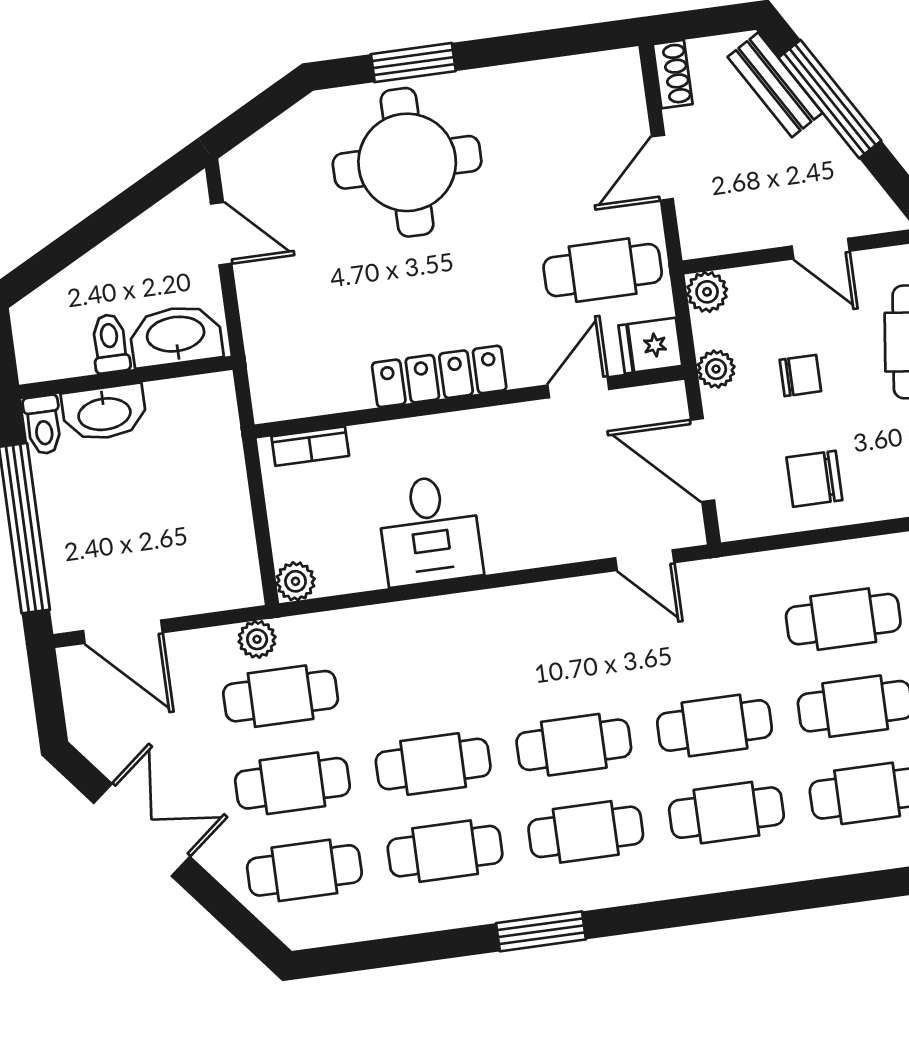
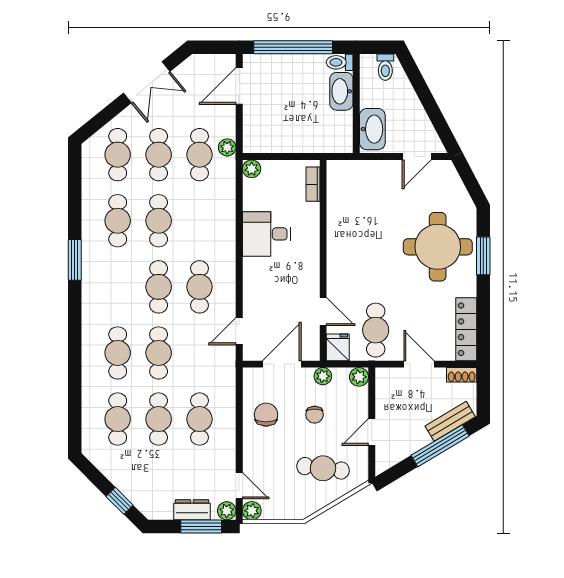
toilet: (110, 344) -> (385, 67), moved, turned 90
locker: (439, 376) -> (466, 329), moved, turned 180
cafe table: (586, 832) -> (200, 287), moved

